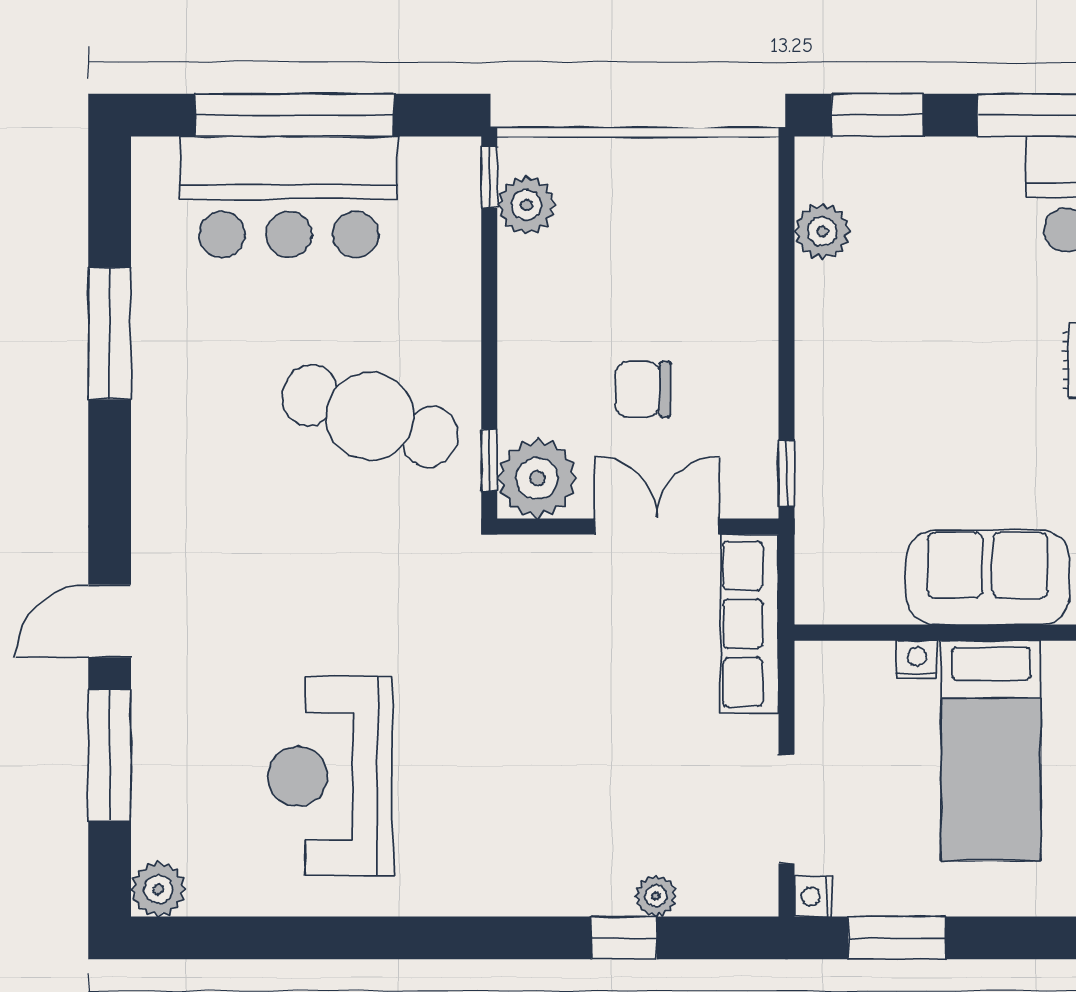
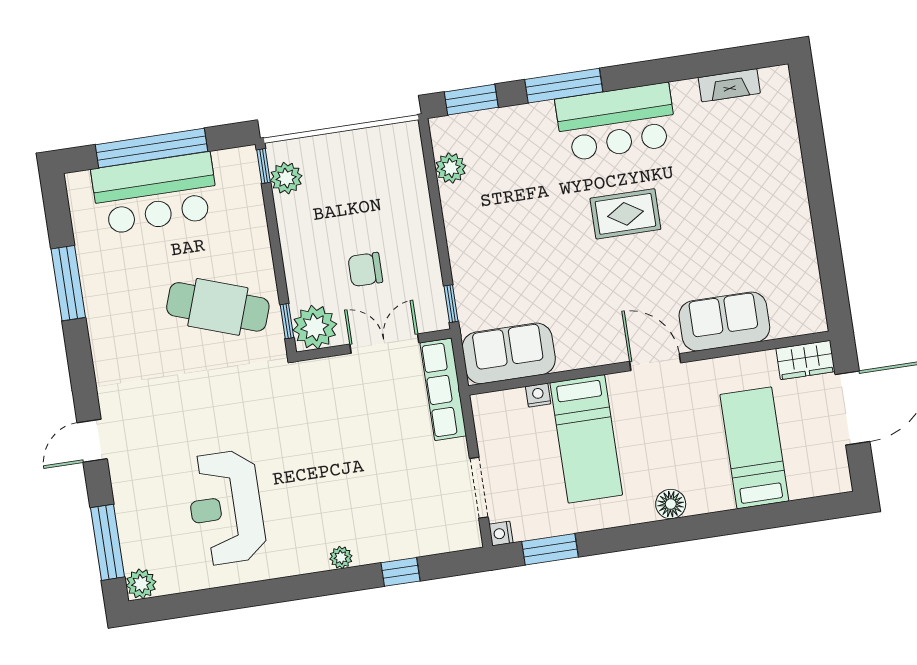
sofa: (988, 578) -> (509, 353), moved
window: (110, 755) -> (107, 542), moved
plant: (656, 896) -> (341, 557), moved

